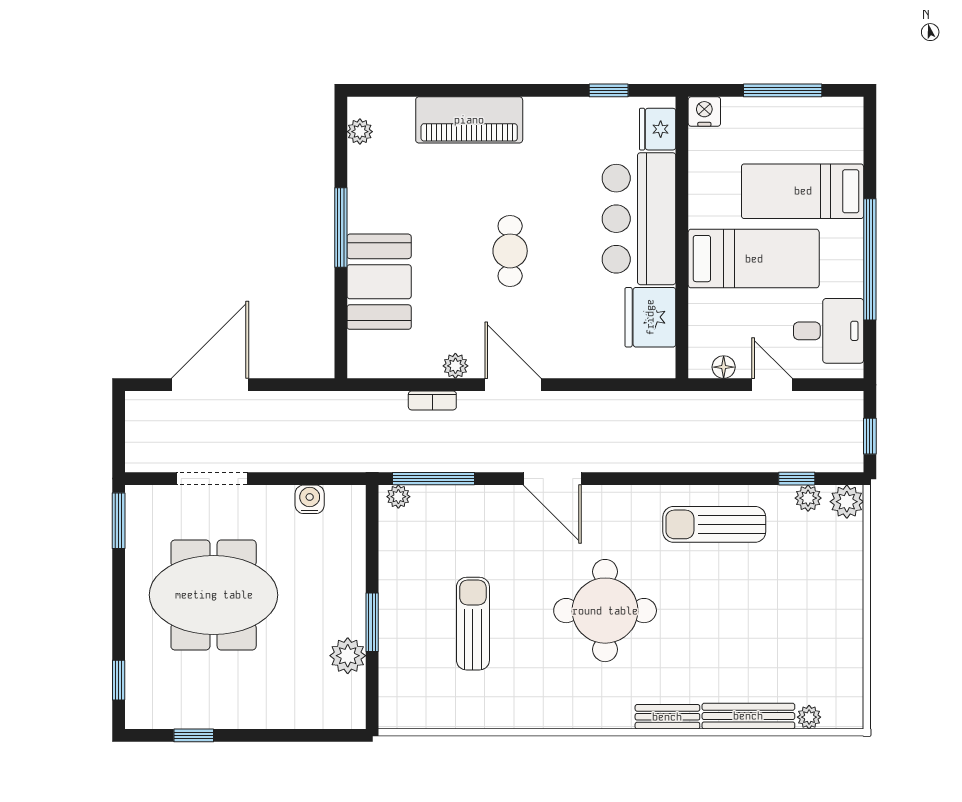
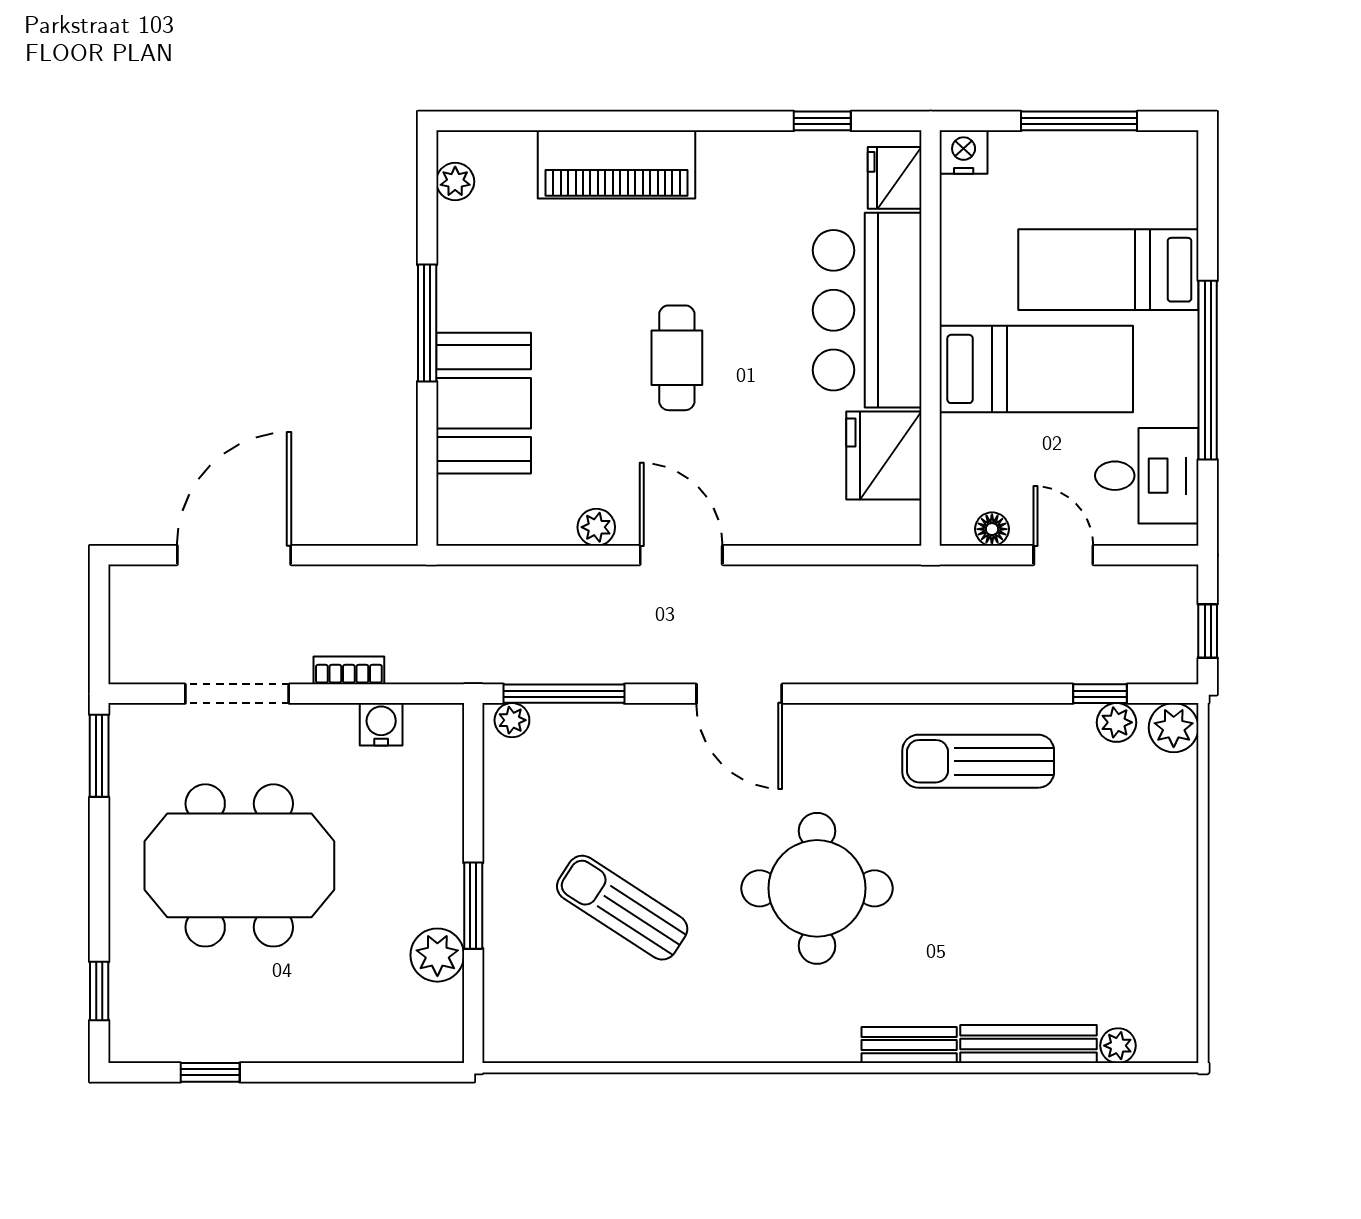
bookcase: (432, 400) -> (349, 670), moved, turned 180
sun lounger: (473, 624) -> (622, 908), turned -57

